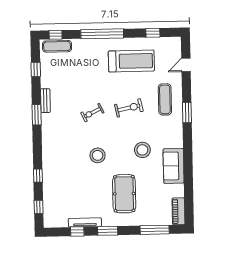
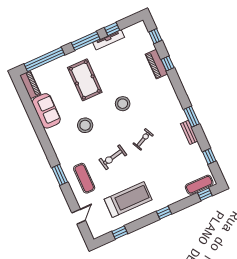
window: (102, 34) -> (164, 213), width x0.32
treadmill: (131, 61) -> (128, 200), turned 180
sofa: (174, 166) -> (46, 111), moved
piano: (49, 180) -> (156, 64), added
window: (155, 230) -> (44, 59), width x1.46
window: (108, 231) -> (86, 41), width x1.44

